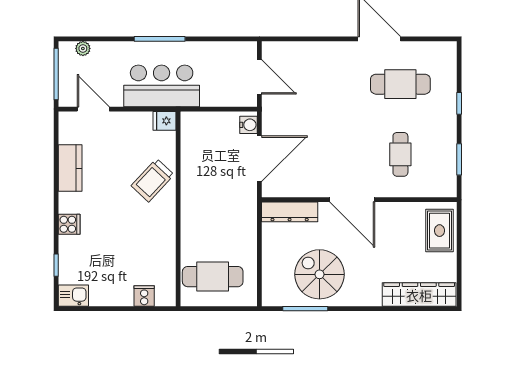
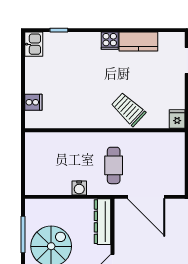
water cooler: (249, 125) -> (79, 188), moved
cooker: (69, 224) -> (110, 41), moved
cafe table: (213, 277) -> (114, 165), moved, width x0.73, depth x0.74

